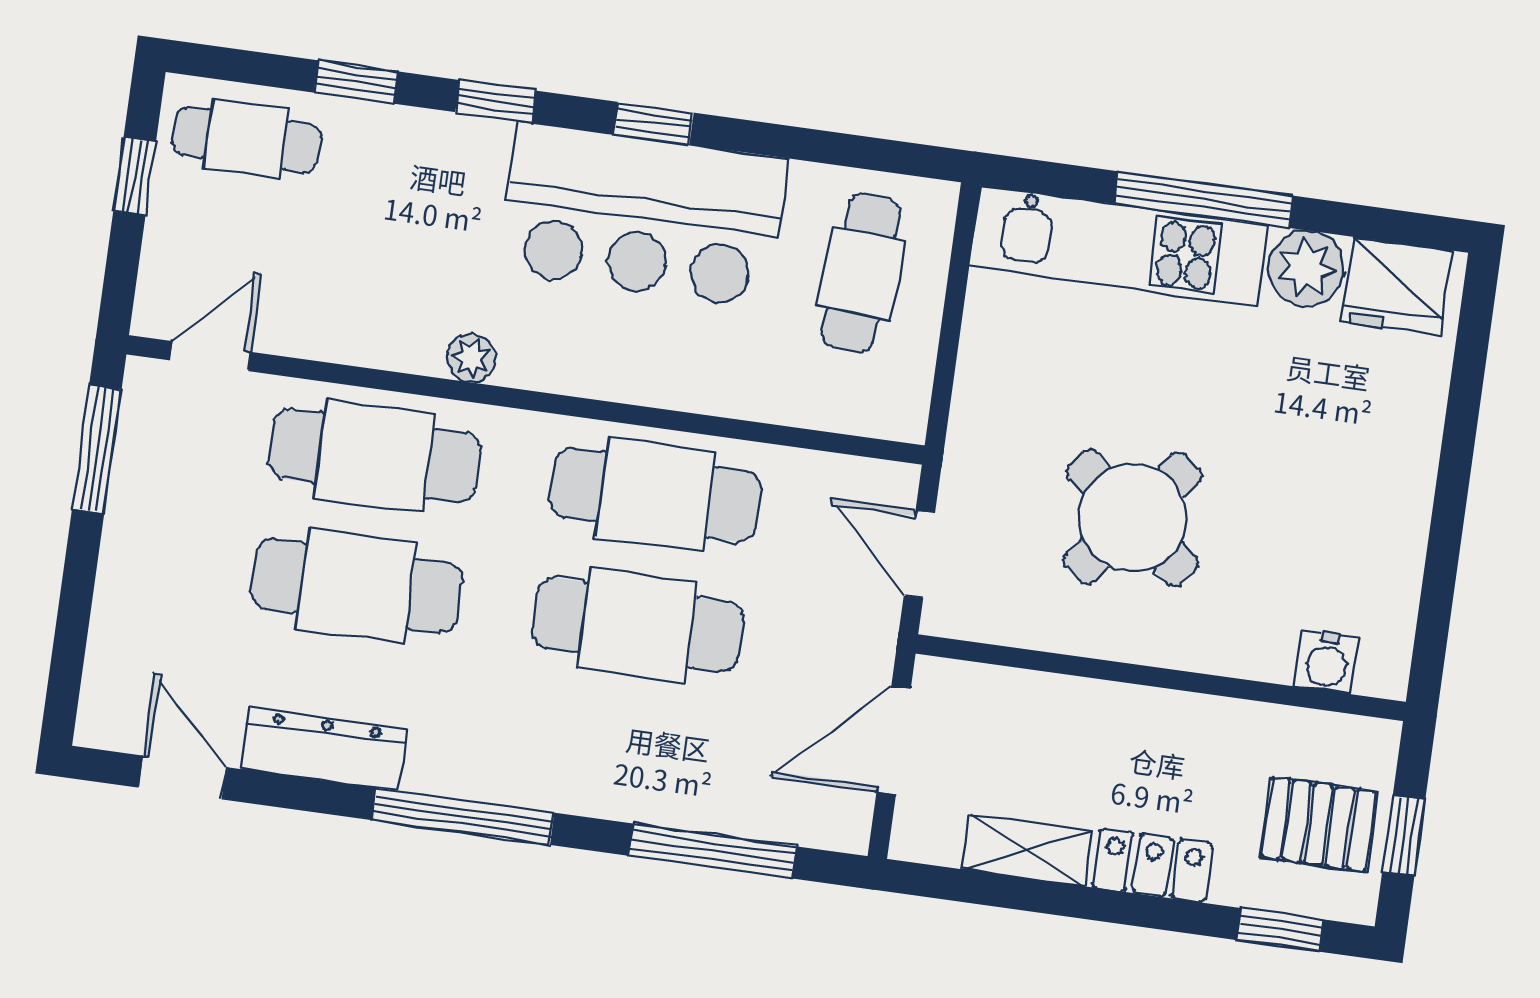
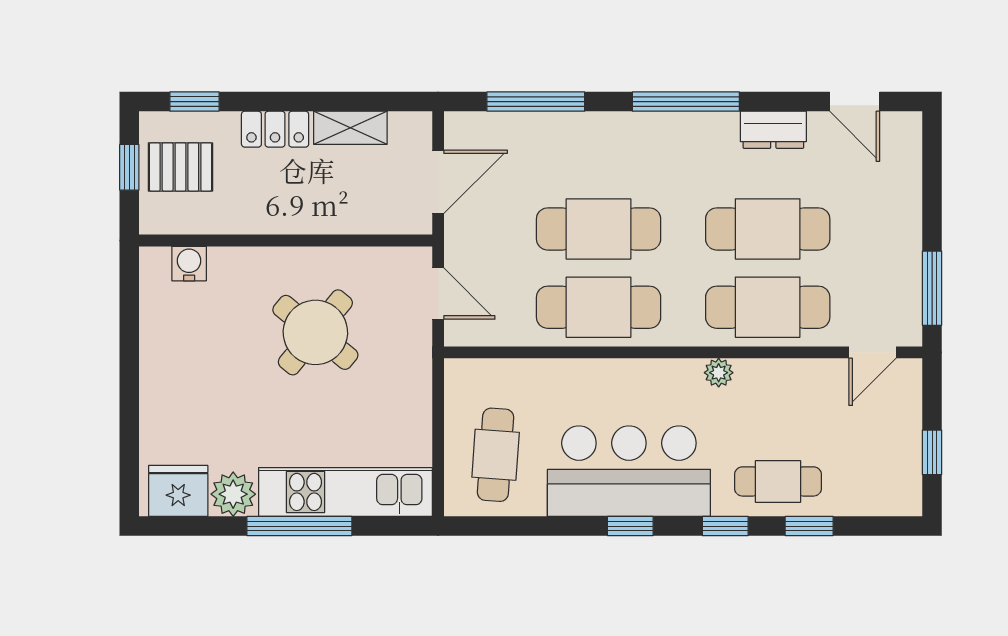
cafe table: (246, 139) -> (778, 481), moved
dresser: (324, 749) -> (773, 130), width x0.70

